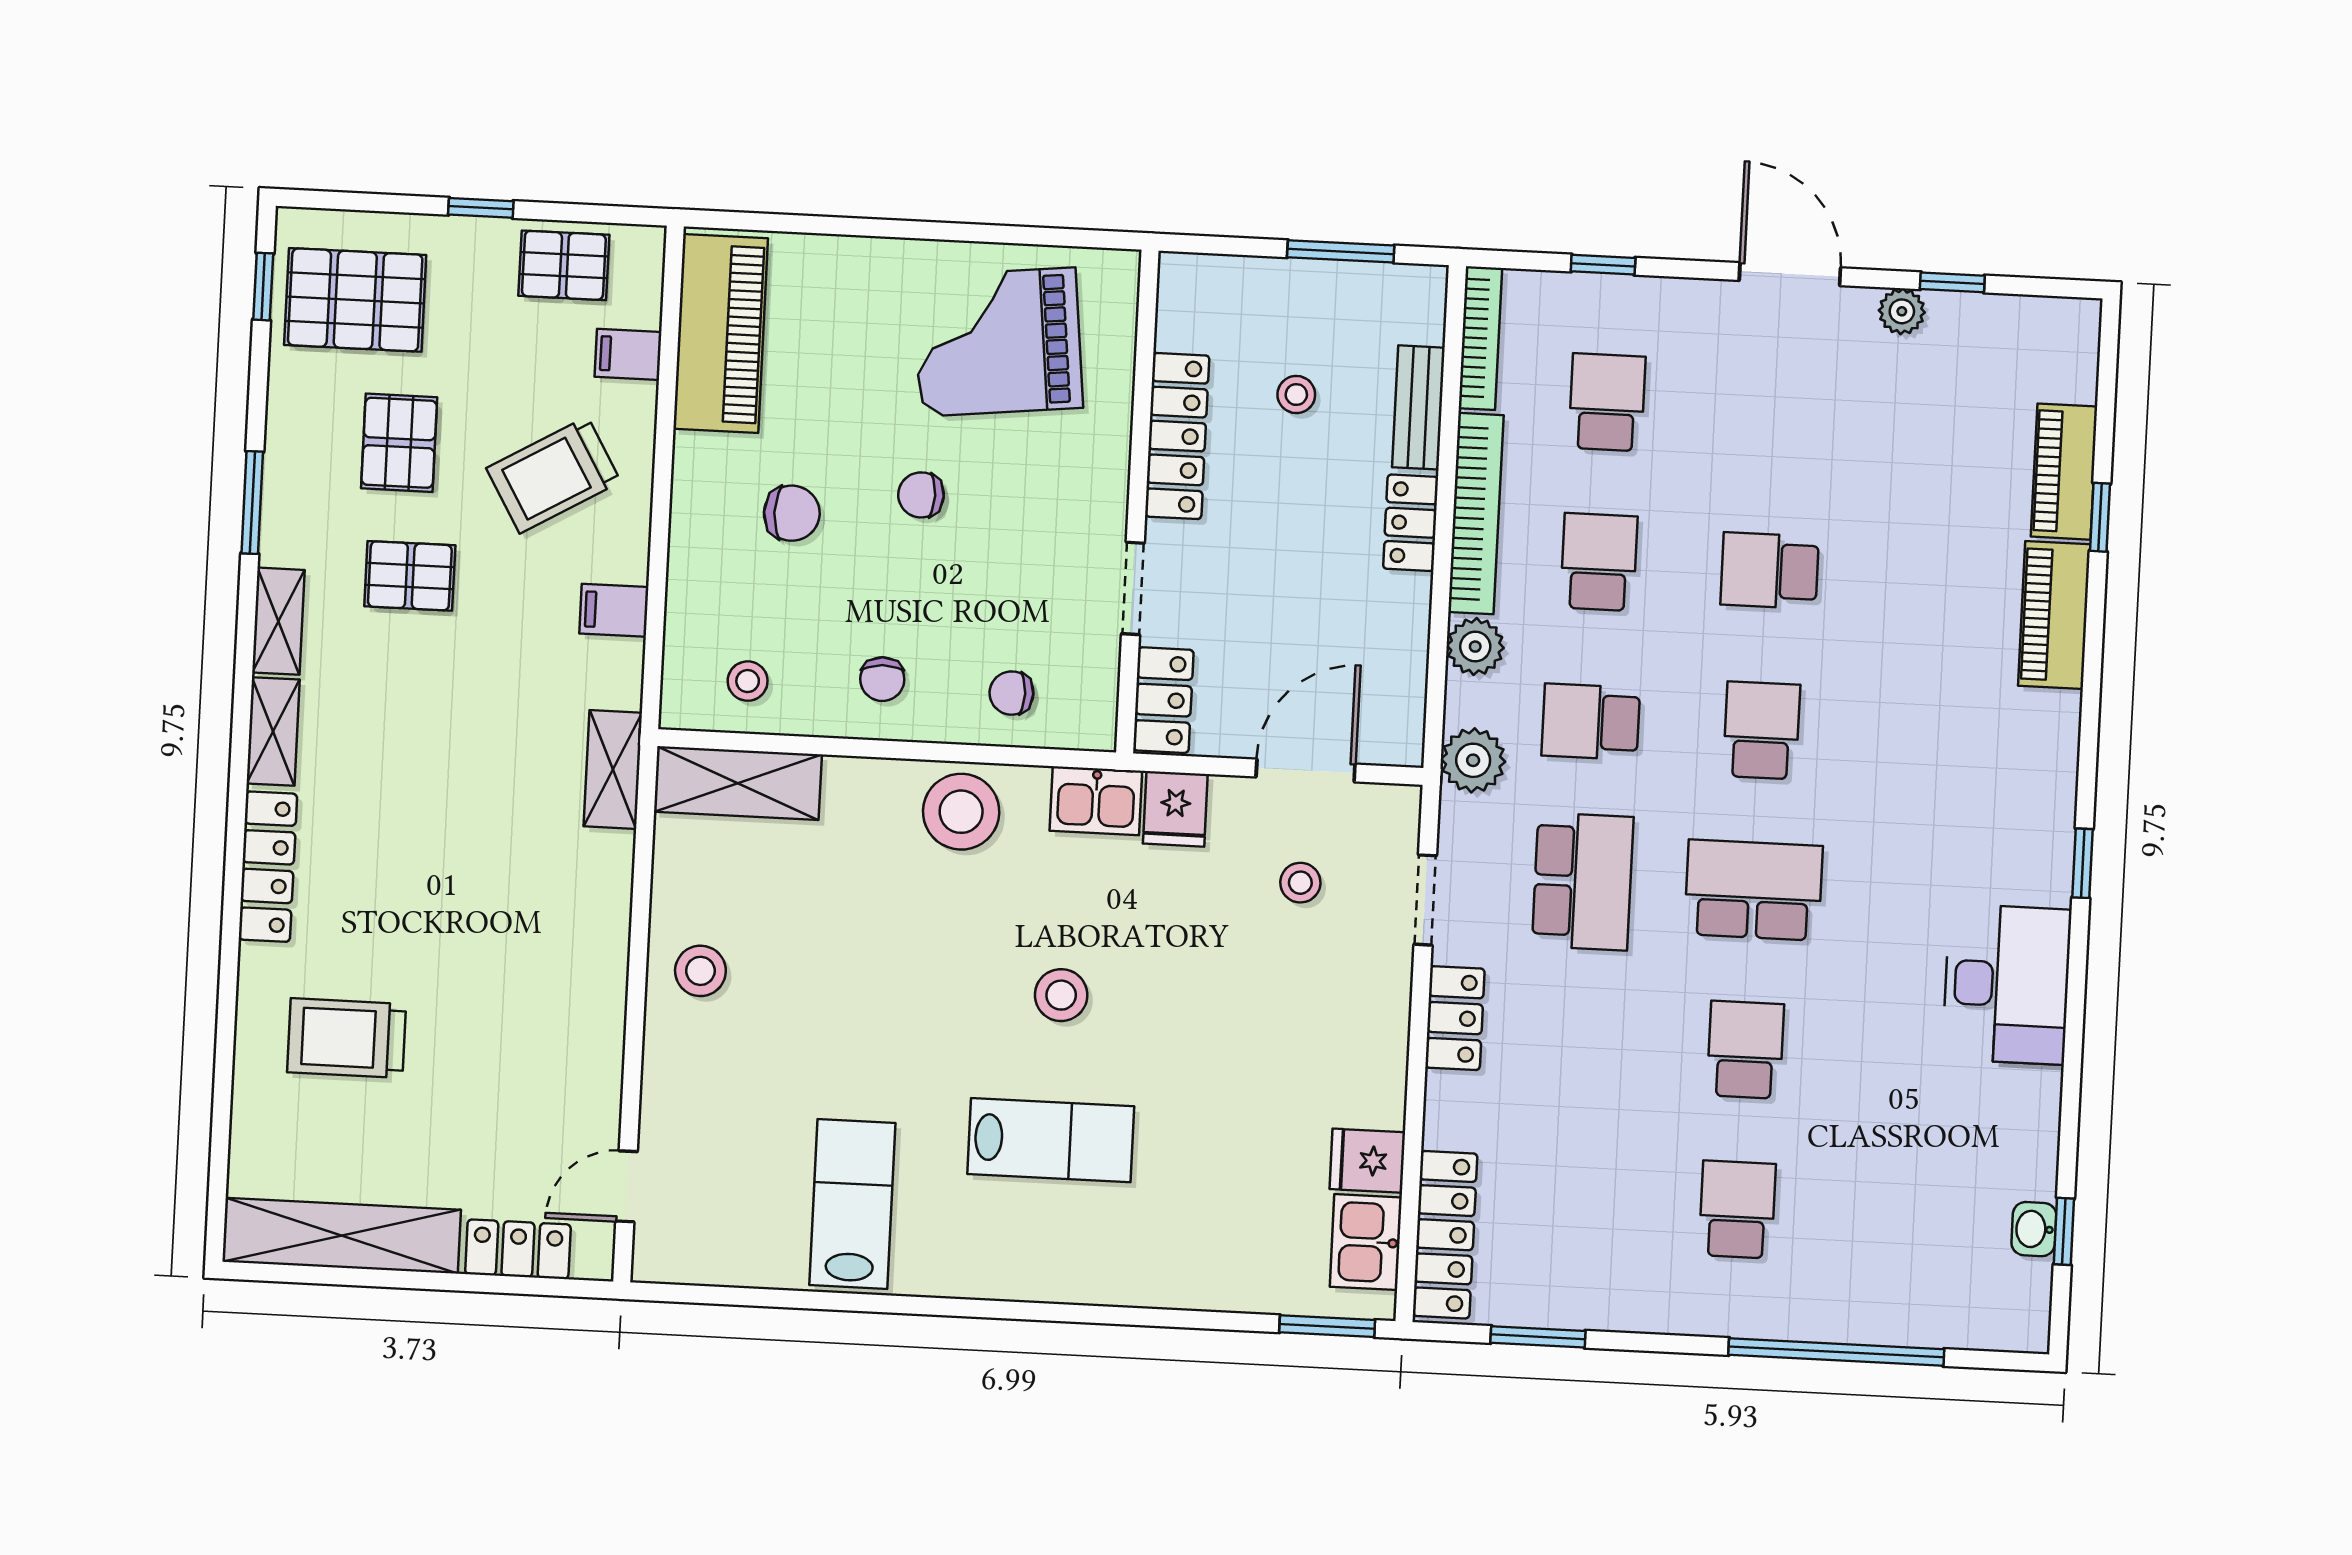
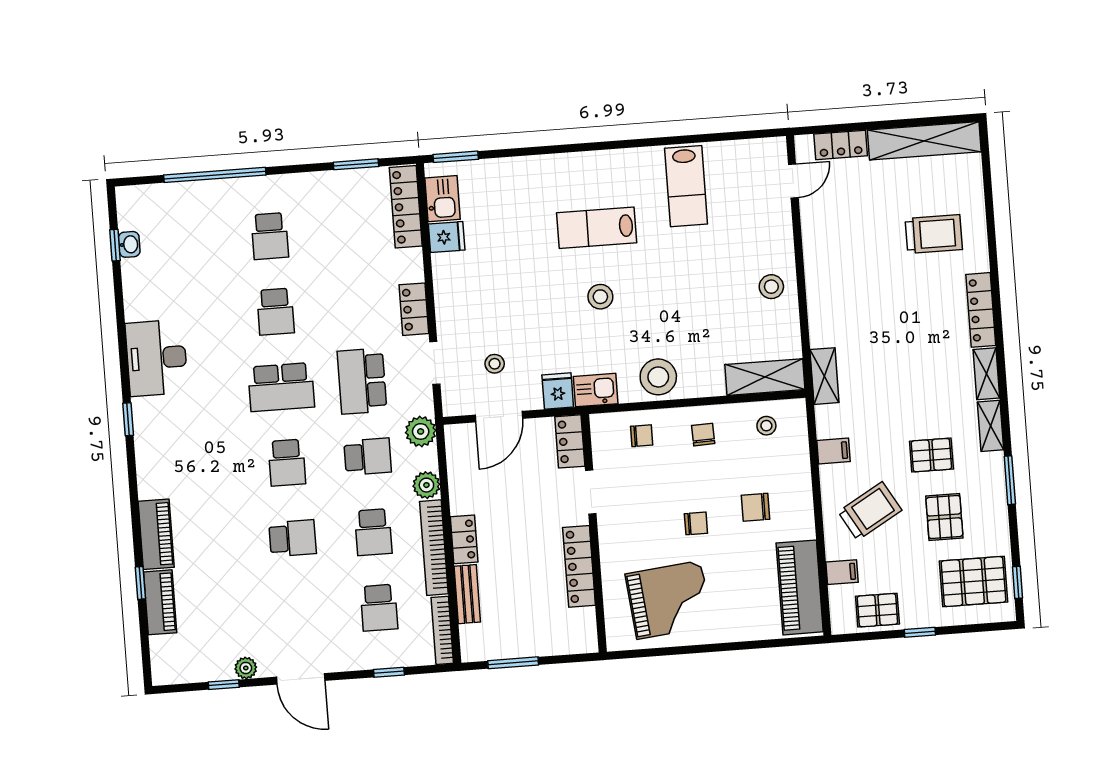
stool: (1296, 395) -> (525, 593), removed

